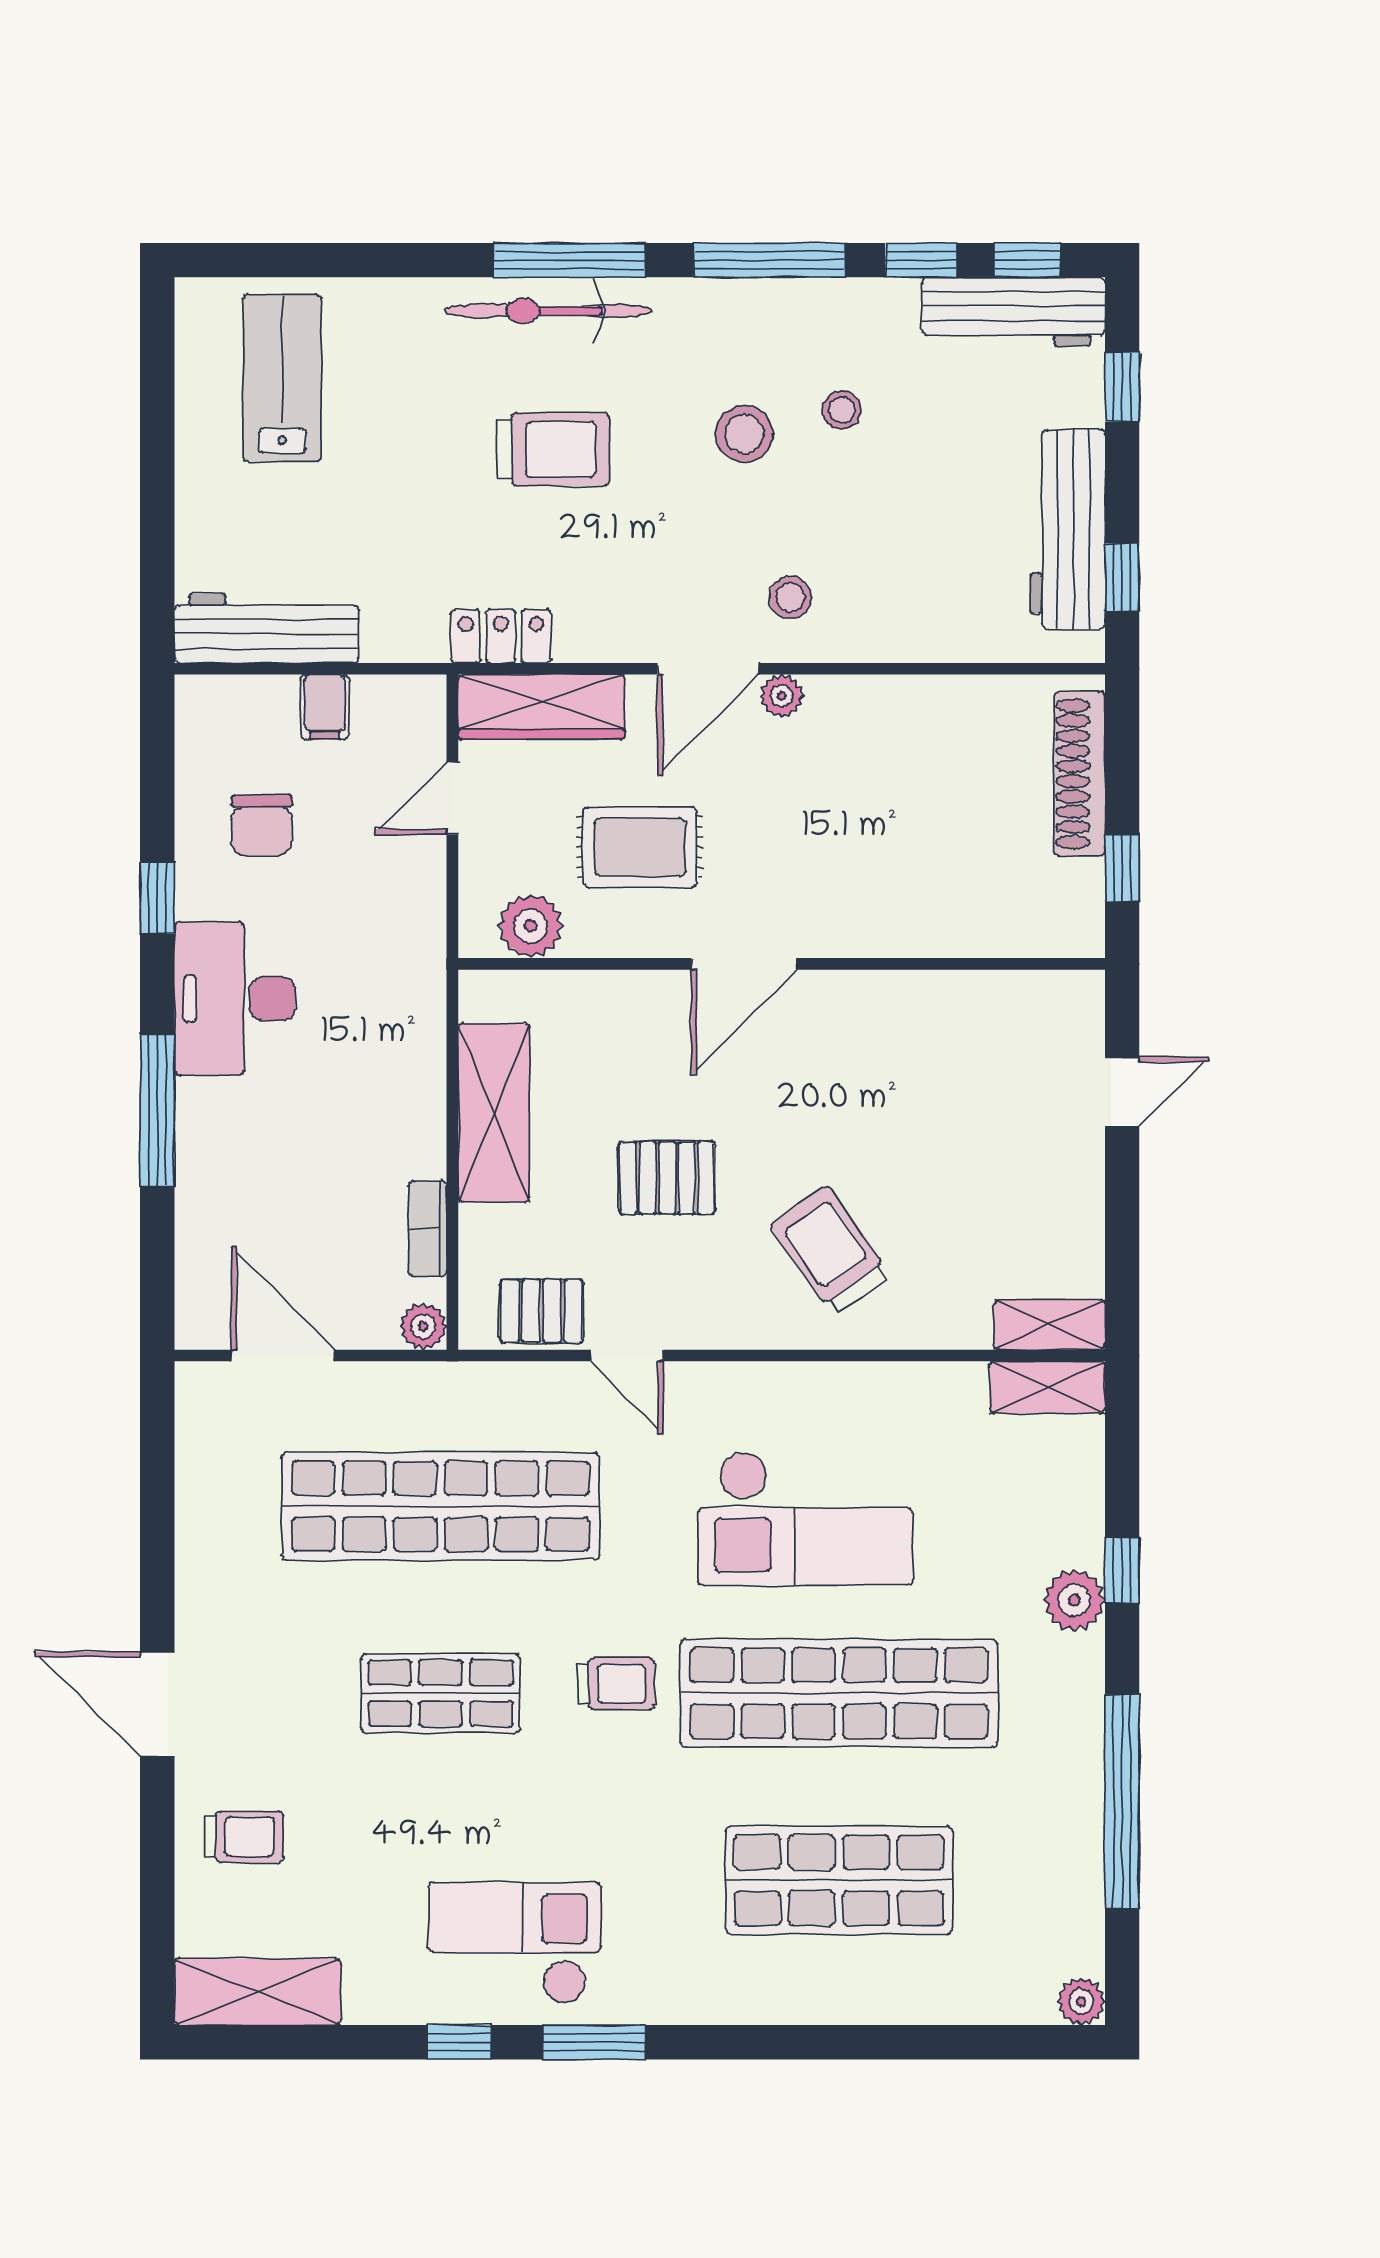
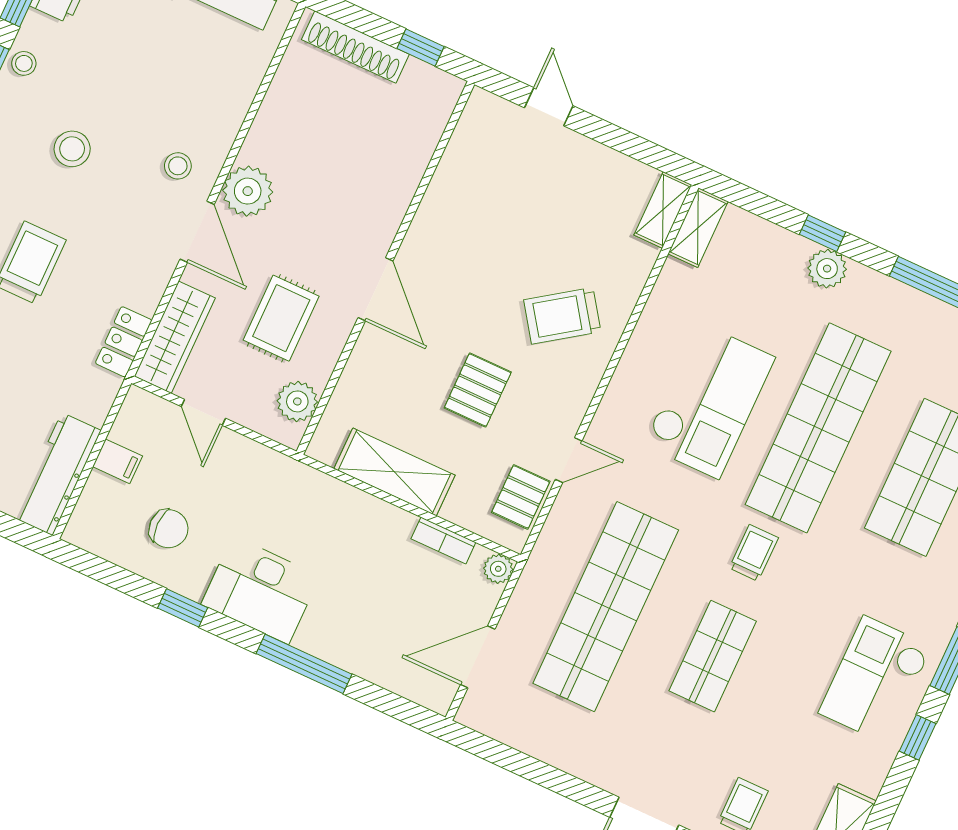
stool: (842, 410) -> (24, 63), moved
plant: (782, 696) -> (248, 191), width x1.87, depth x1.87

